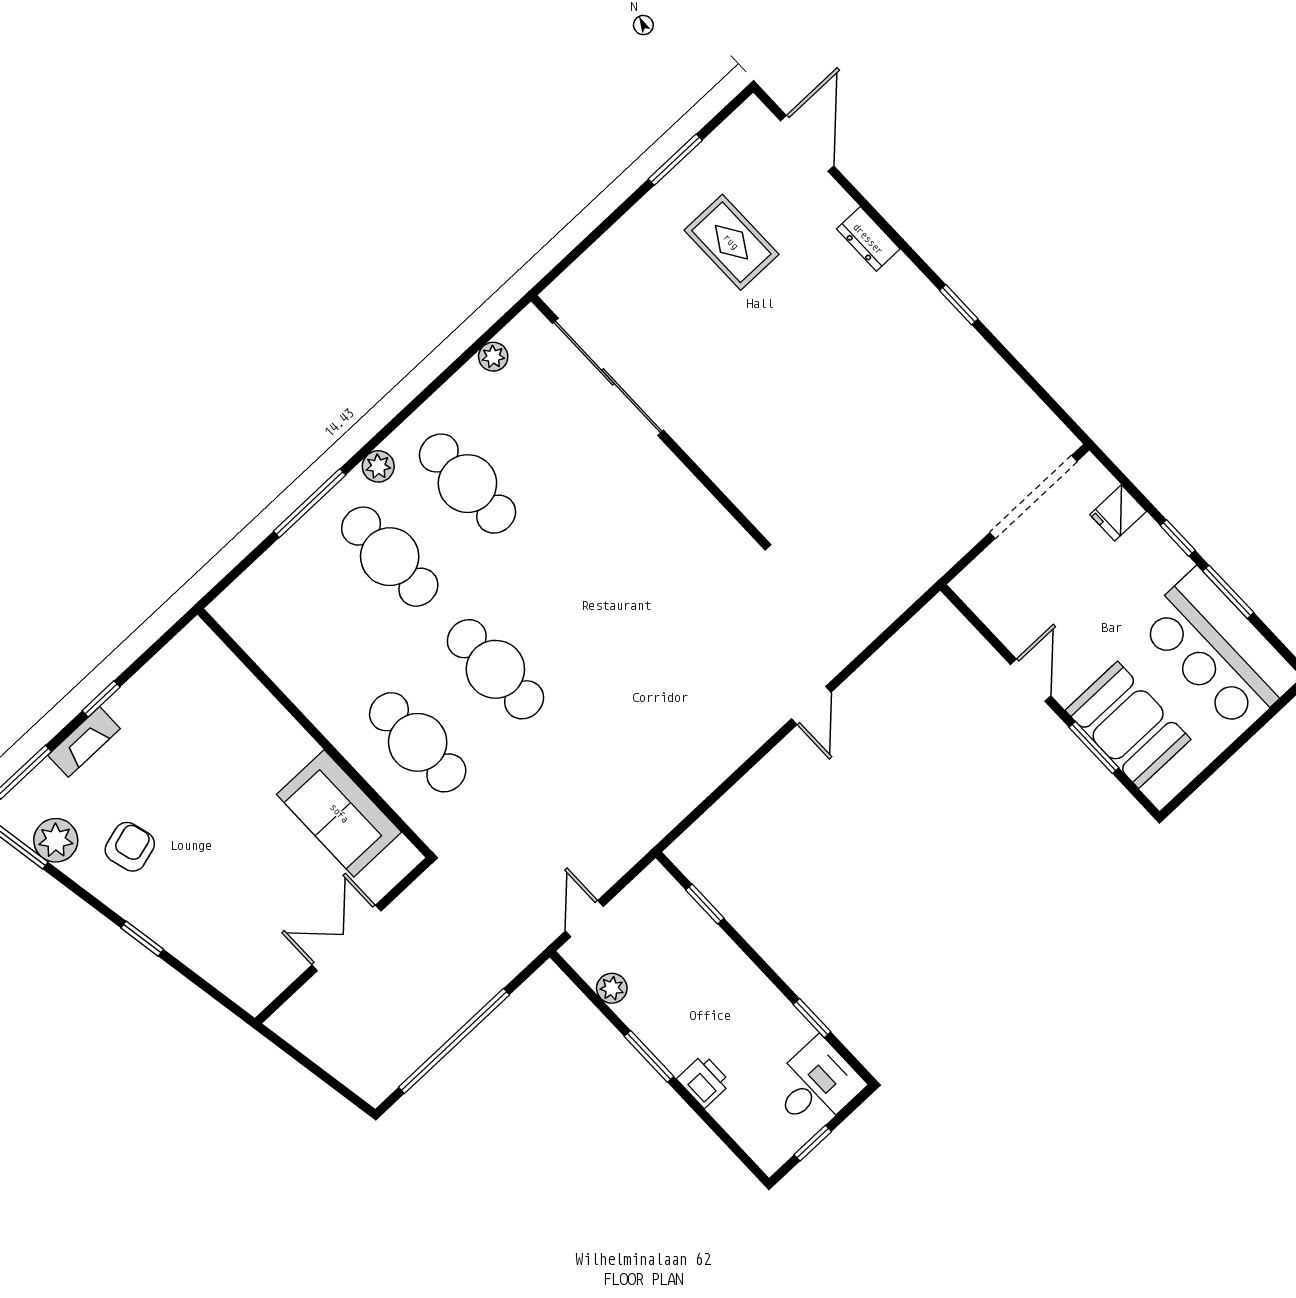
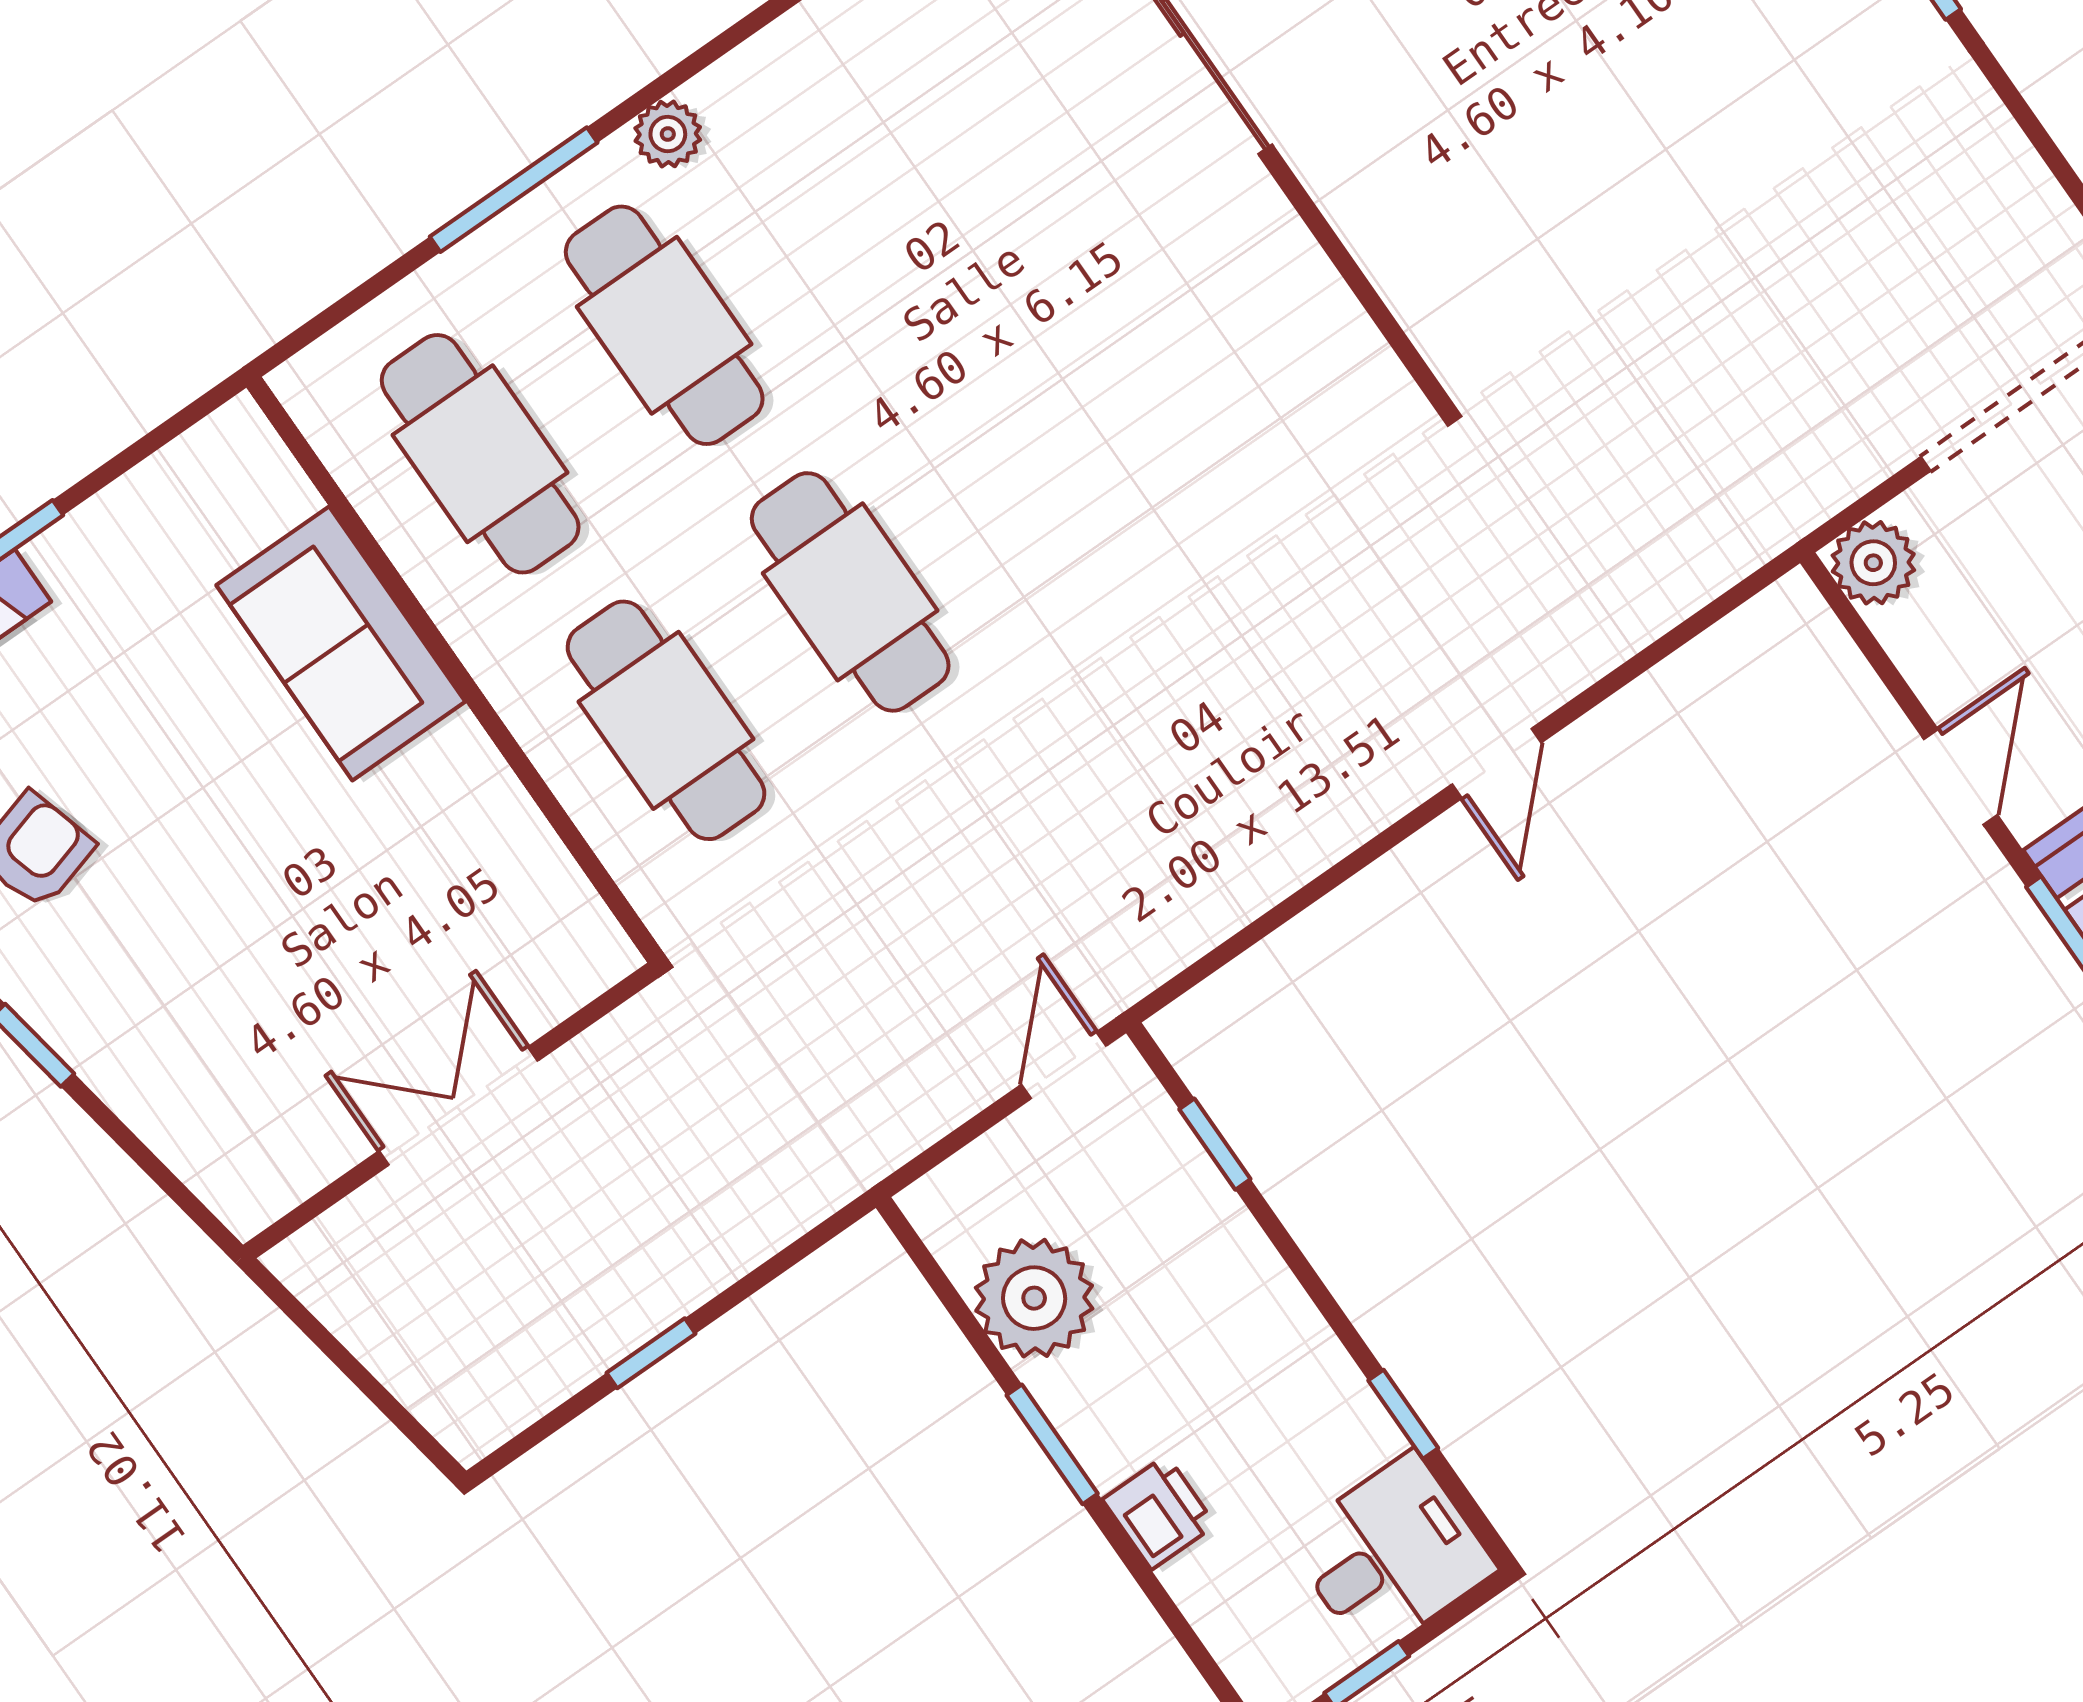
cafe table: (467, 484) -> (480, 454), moved
plant: (975, 585) -> (1873, 563), added
sofa: (339, 813) -> (341, 643), moved
door: (584, 919) -> (1064, 1065), moved
plant: (612, 988) -> (1034, 1298), width x1.88, depth x1.88
window: (454, 1041) -> (651, 1353), width x0.32

